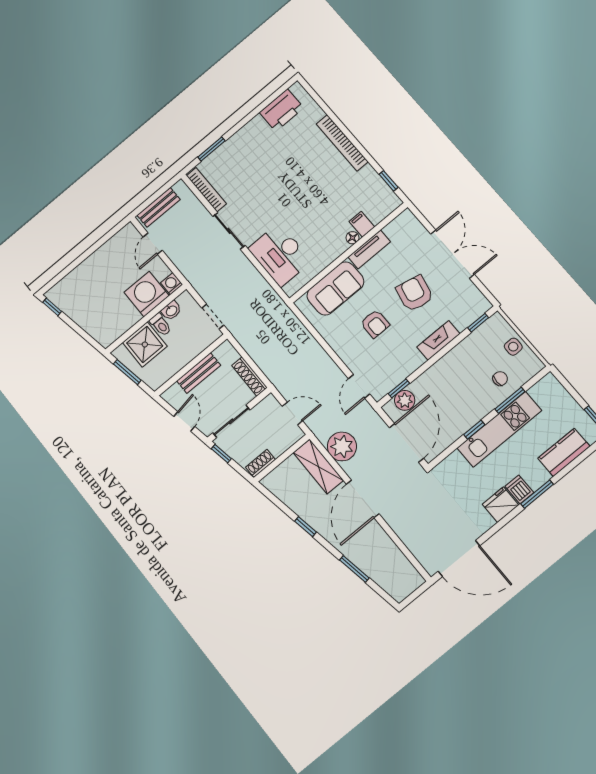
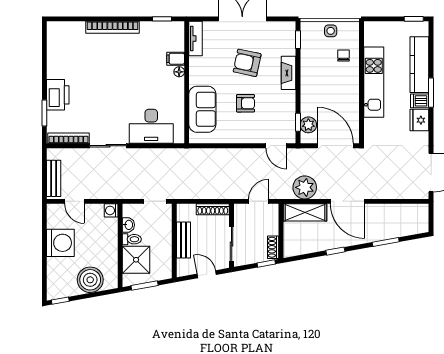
printer: (282, 110) -> (58, 95), moved
tv unit: (369, 249) -> (196, 38), moved
washing machine: (147, 294) -> (60, 243), moved, turned 180
boiler: (93, 318) -> (90, 280), added
window: (510, 400) -> (361, 61), removed
window: (474, 430) -> (361, 98), removed
kitchen counter: (564, 452) -> (419, 65), width x1.50
window: (221, 454) -> (266, 264), moved

